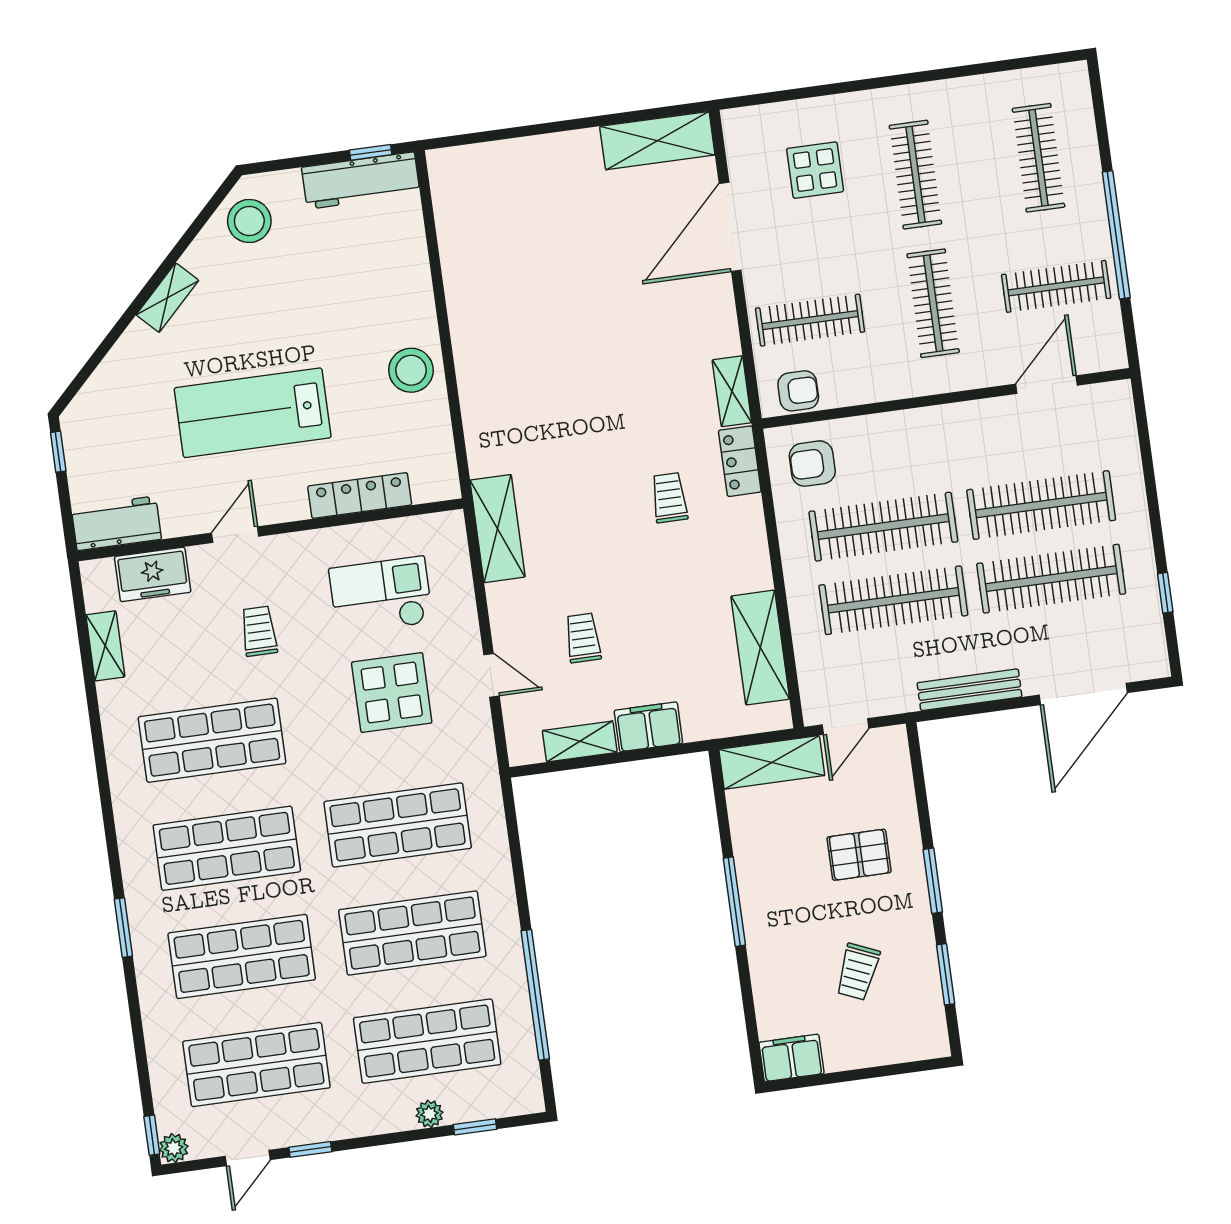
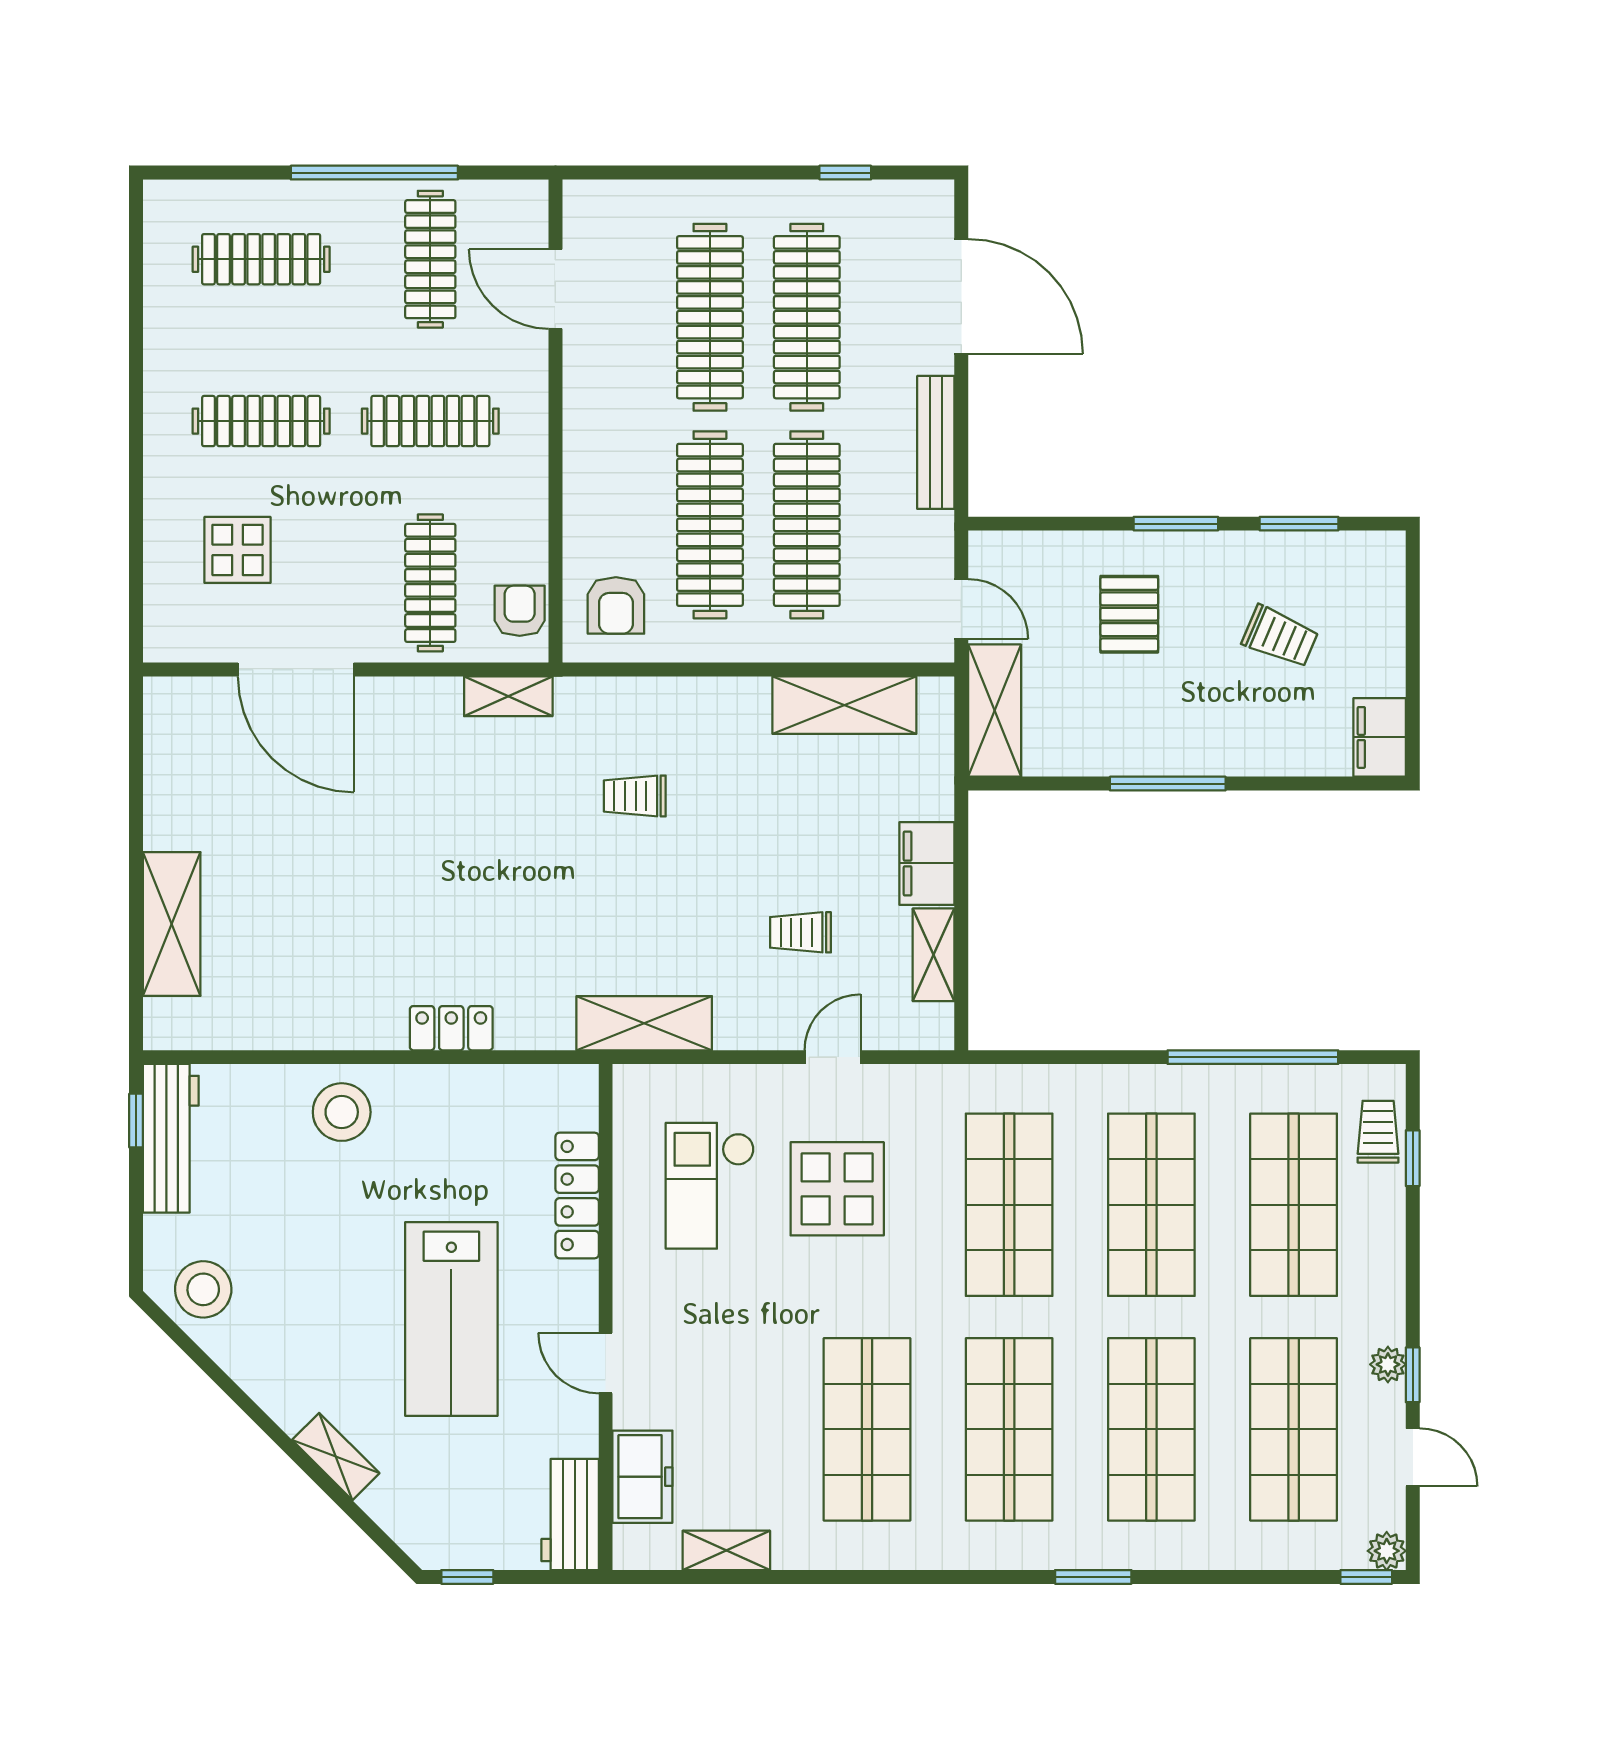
shelving: (657, 141) -> (172, 924), moved
shelving: (167, 298) -> (336, 1457), moved
stool: (411, 370) -> (342, 1112), moved
locker: (740, 461) -> (451, 1028), moved, turned 180
trolley: (259, 631) -> (1378, 1132), moved, turned 90
plant: (429, 1114) -> (1388, 1364), moved

